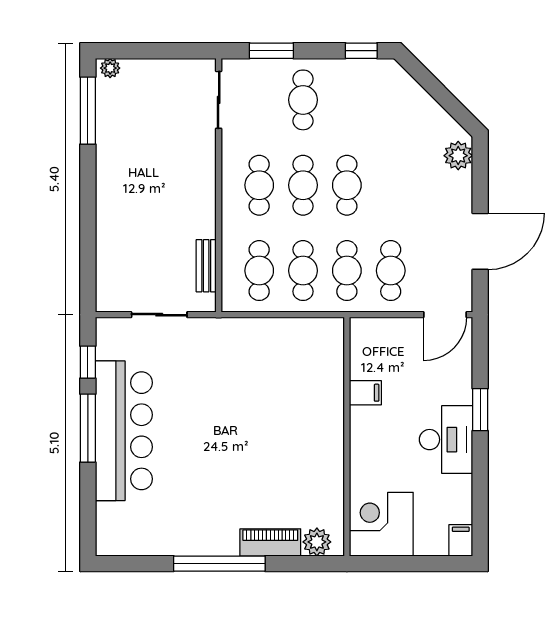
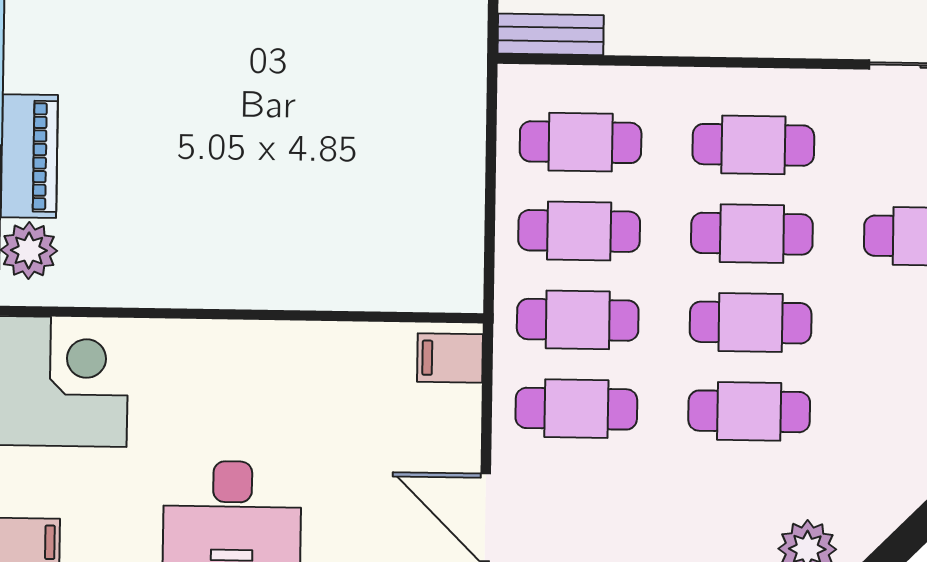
cafe table: (391, 185) -> (749, 411), added
bench: (206, 266) -> (551, 34), moved
filing cabinet: (365, 393) -> (450, 358), moved, turned 90

